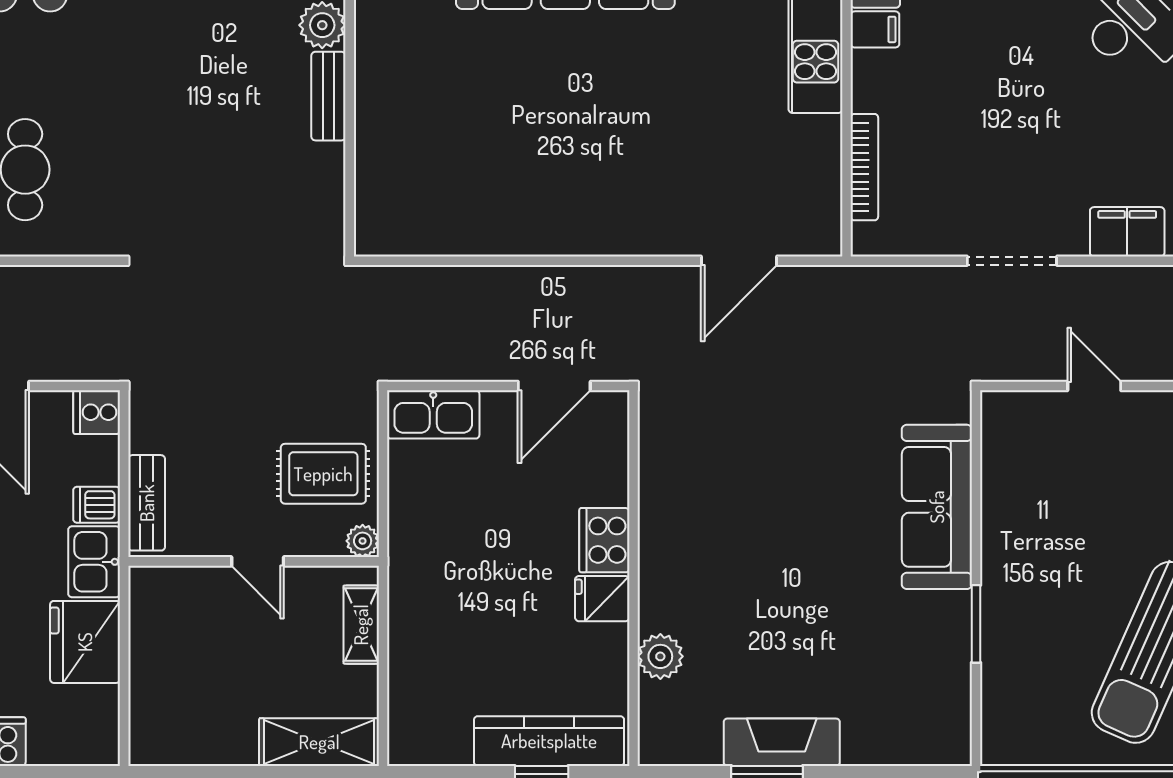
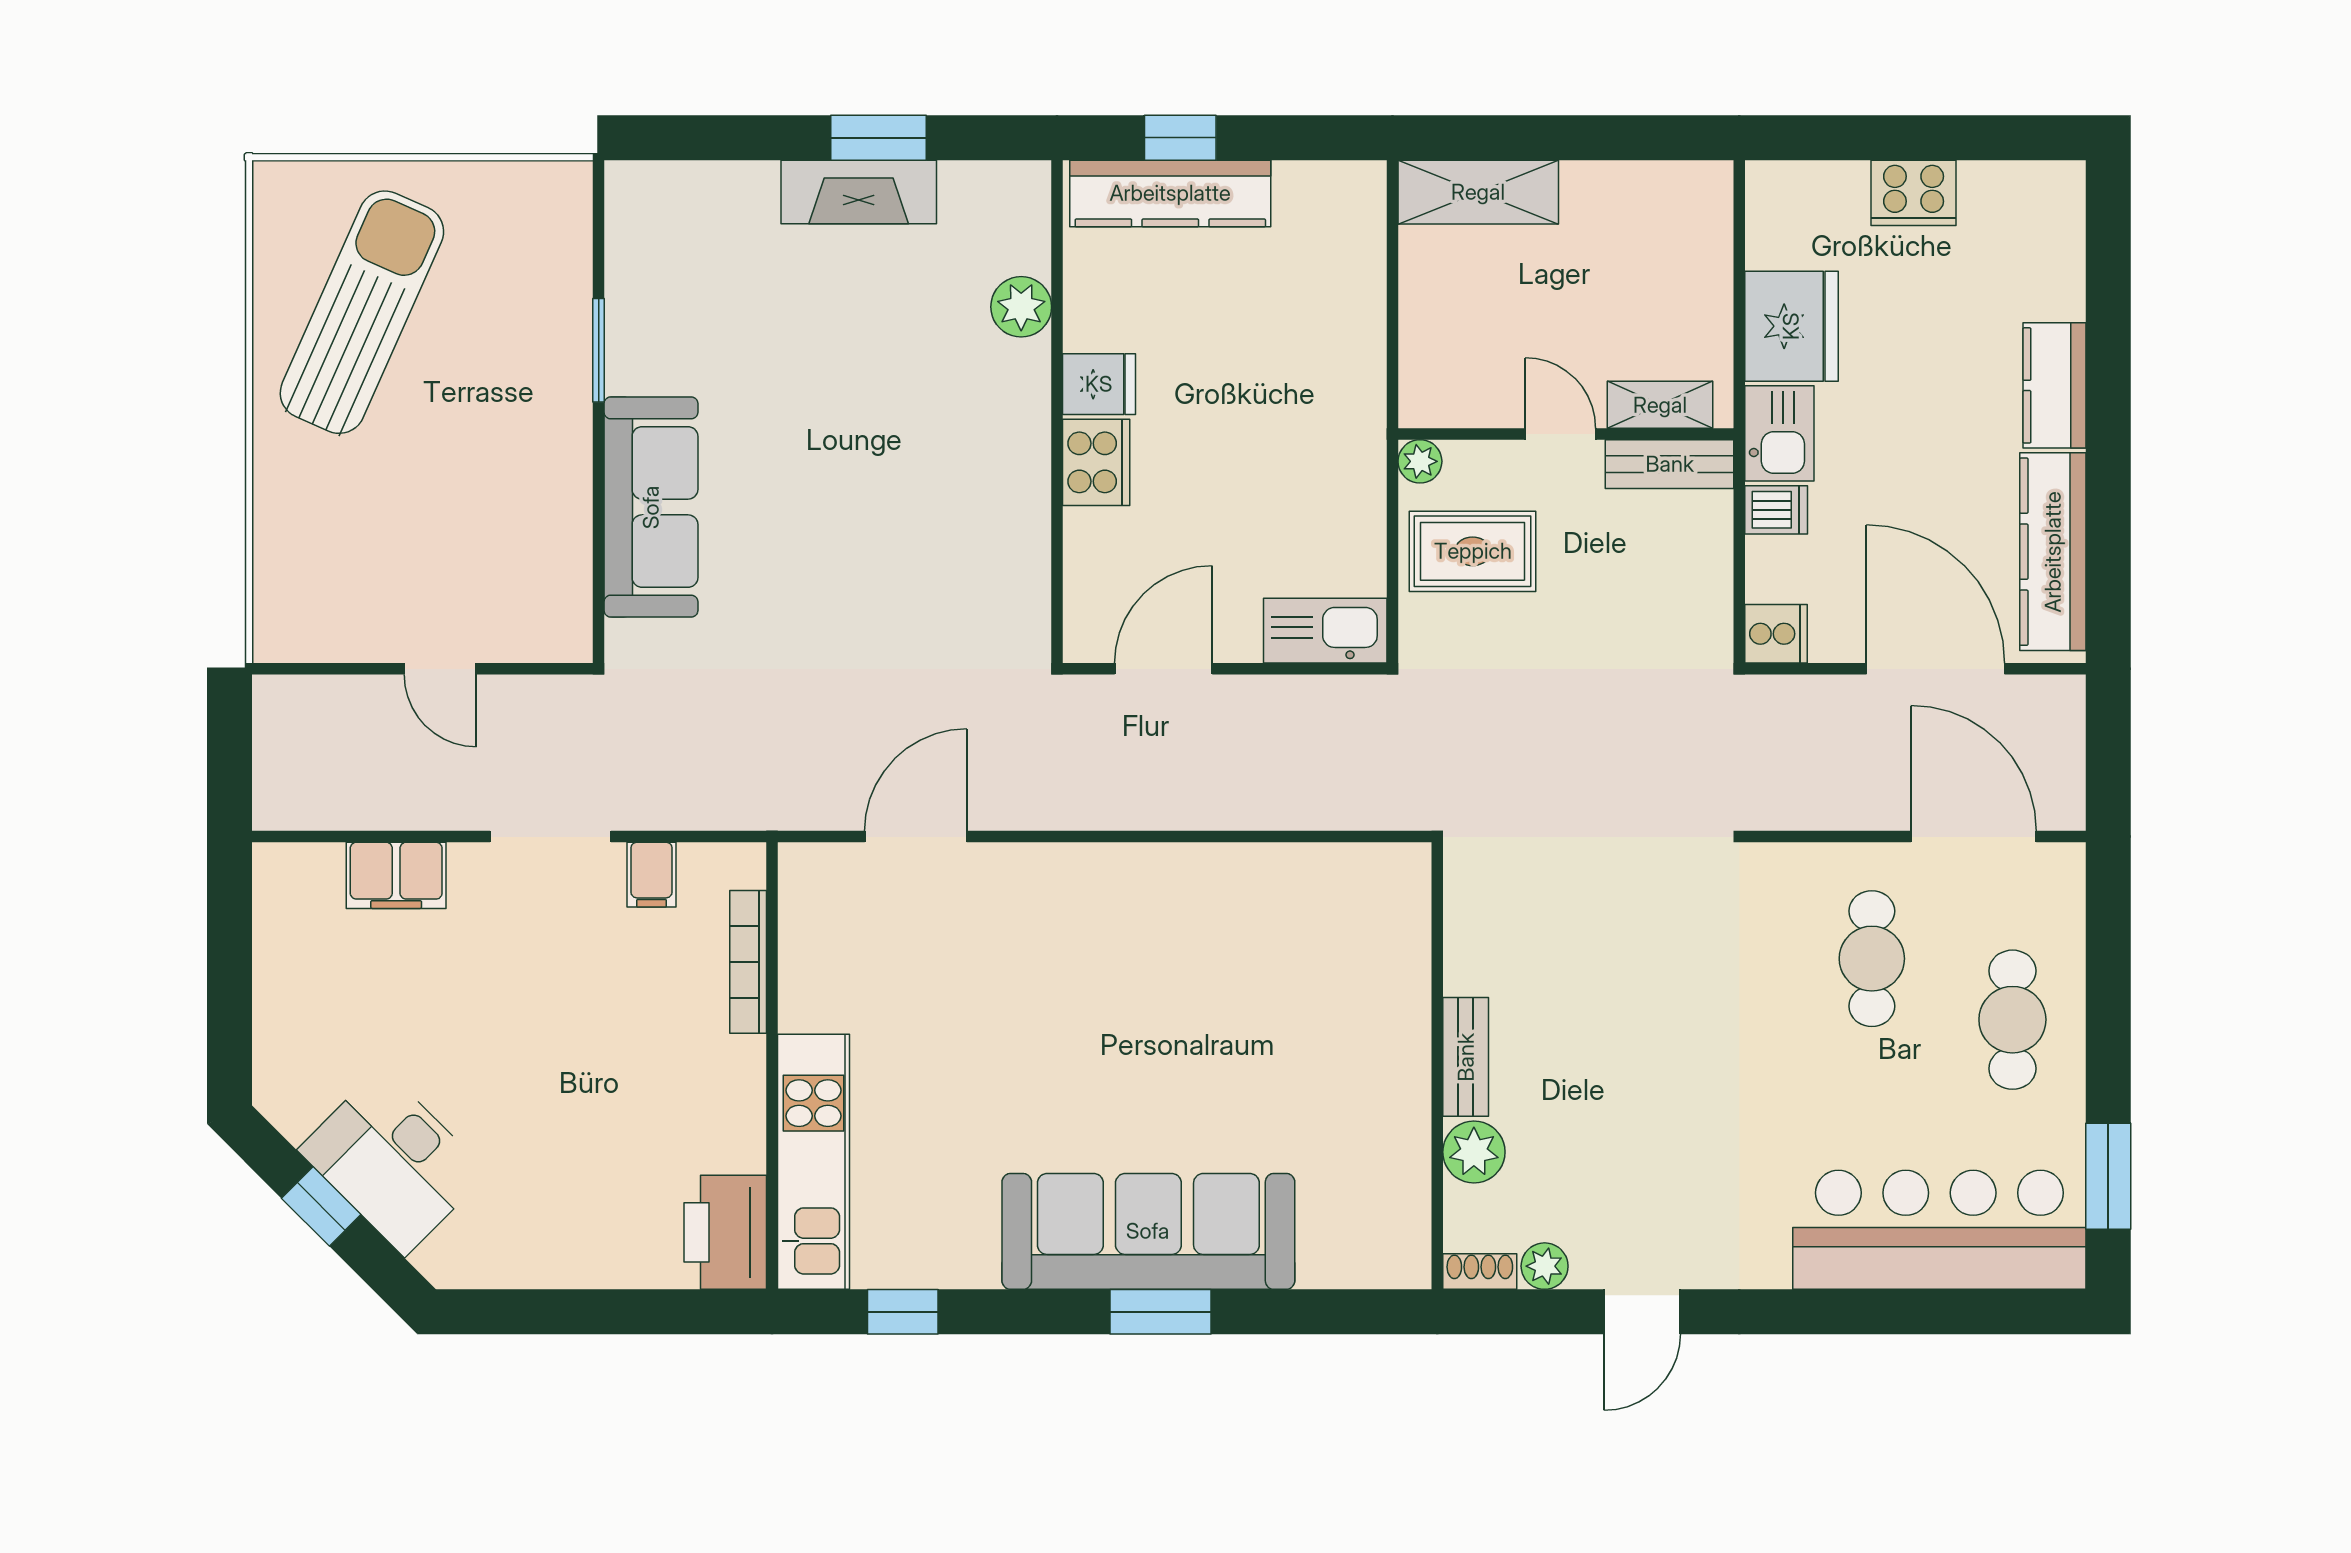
filing cabinet: (875, 29) -> (652, 875), moved, turned -90
bench: (147, 503) -> (1670, 464), moved, turned 90
shelving: (361, 625) -> (1660, 405), moved, turned 90

